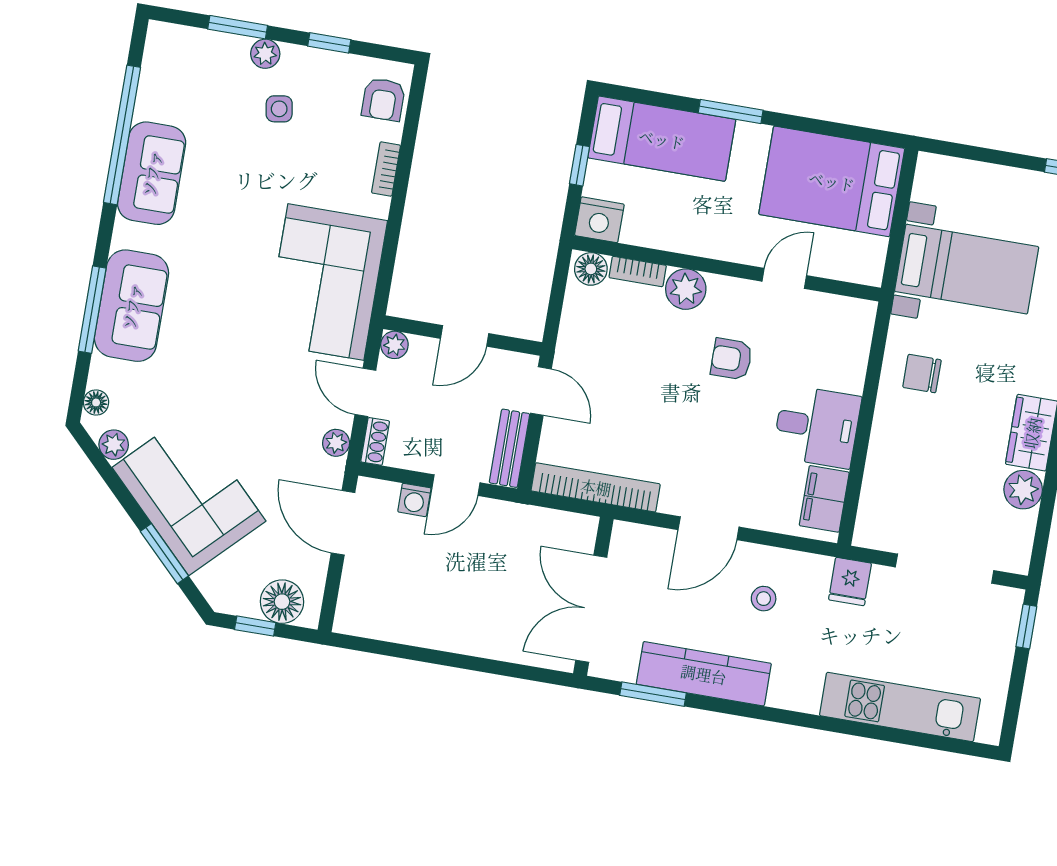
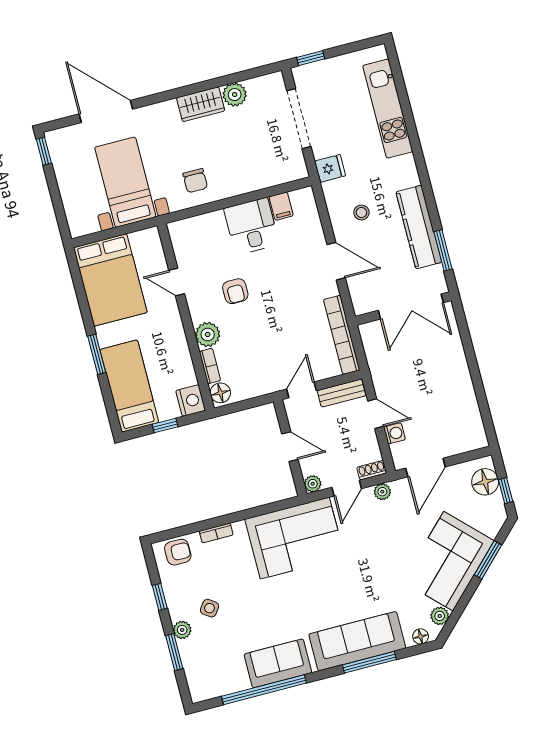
side table: (279, 109) -> (210, 608), turned 45
sofa: (132, 306) -> (357, 641), width x1.36
filing cabinet: (824, 499) -> (281, 206), width x0.50

